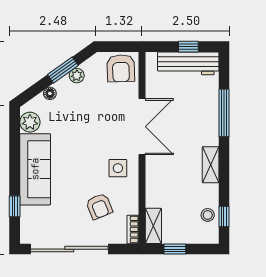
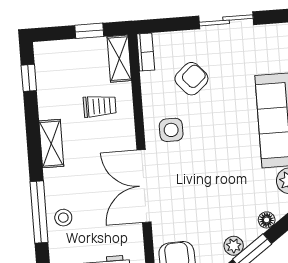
trolley: (171, 191) -> (100, 106), added
armchair: (99, 206) -> (191, 79), turned 71
stool: (208, 215) -> (63, 218), moved
sliding door: (69, 249) -> (226, 20), width x0.54

